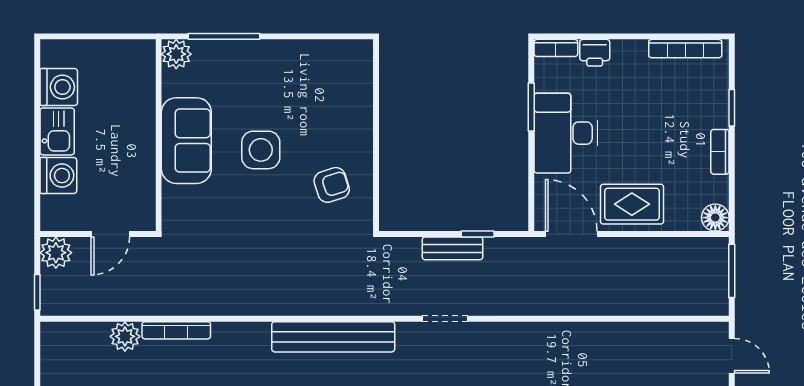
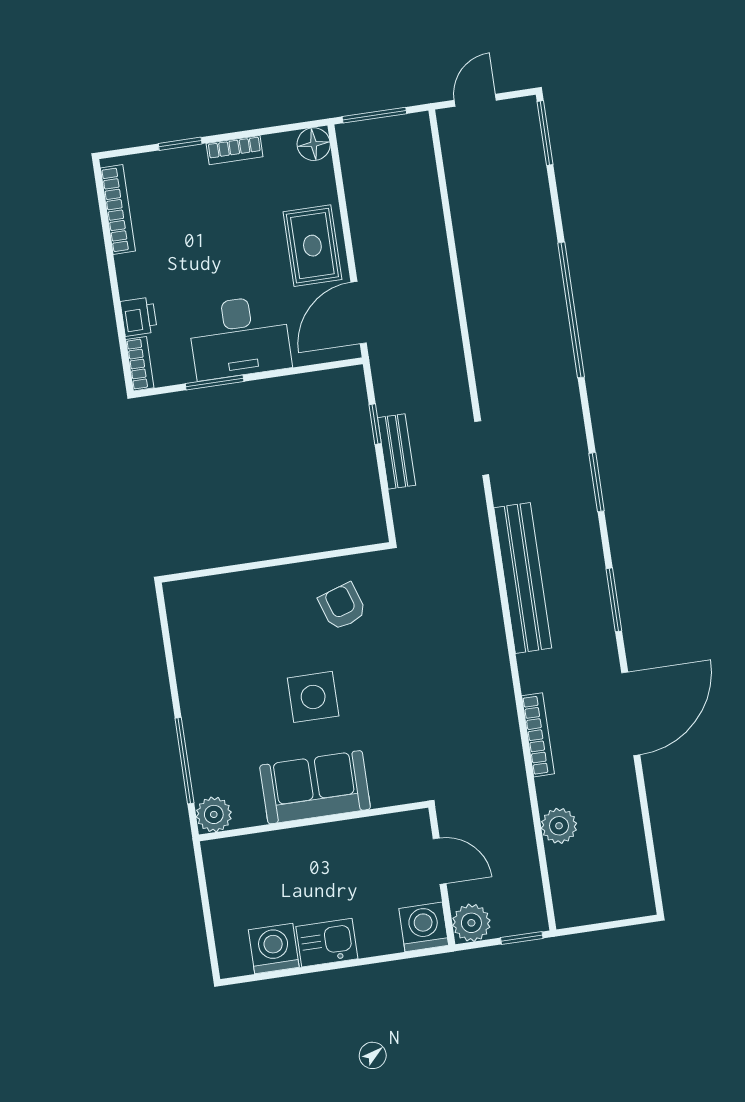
washing machine: (58, 176) -> (424, 927), moved
bookcase: (176, 330) -> (538, 735), moved

